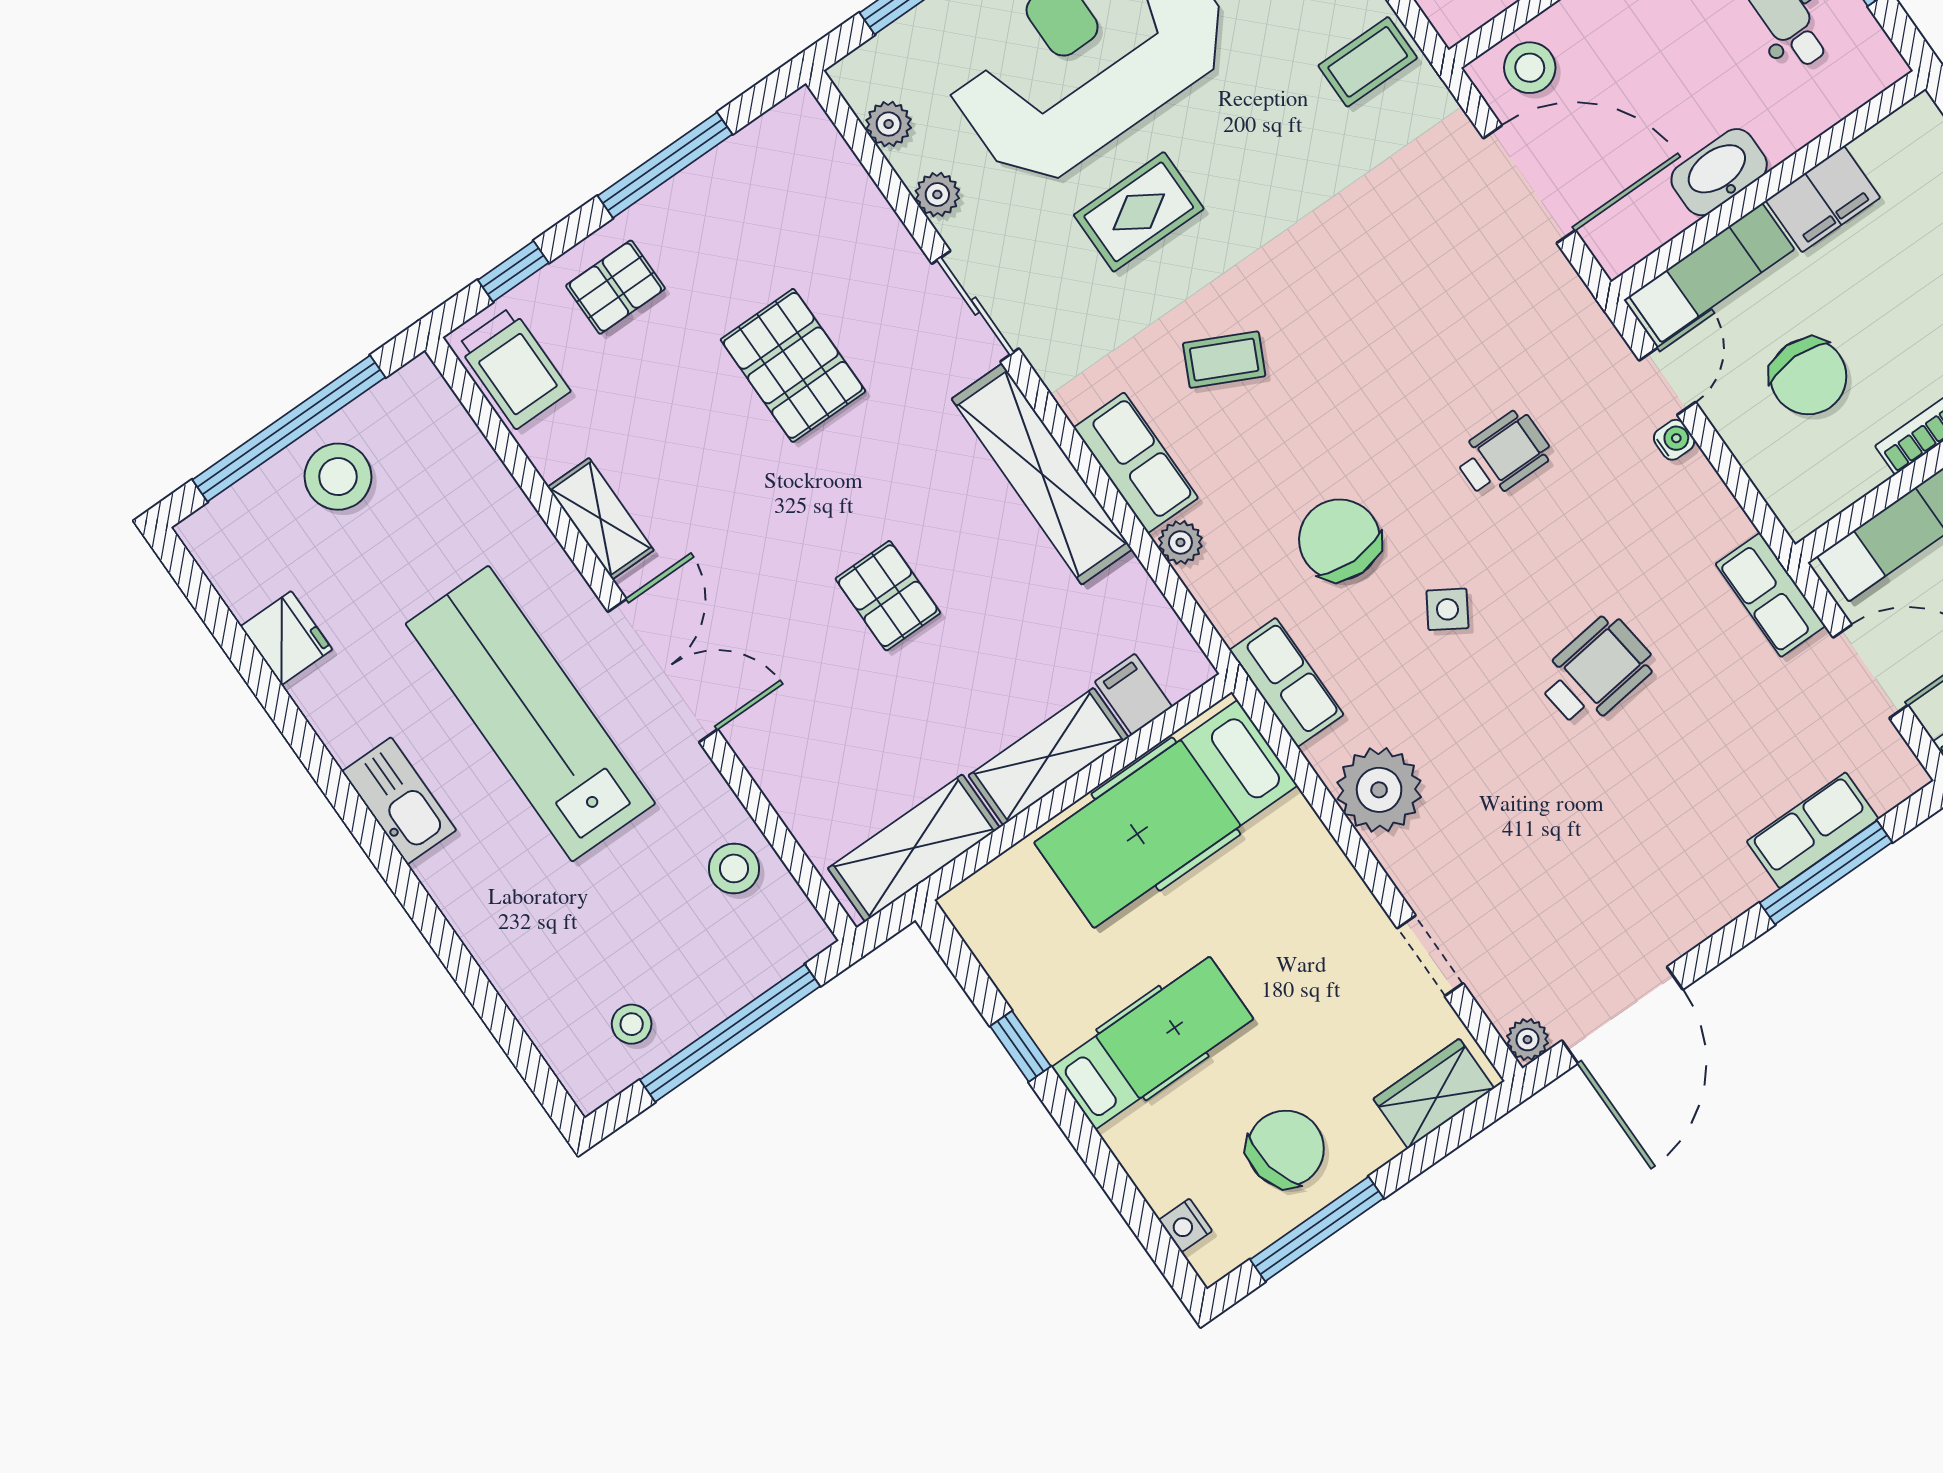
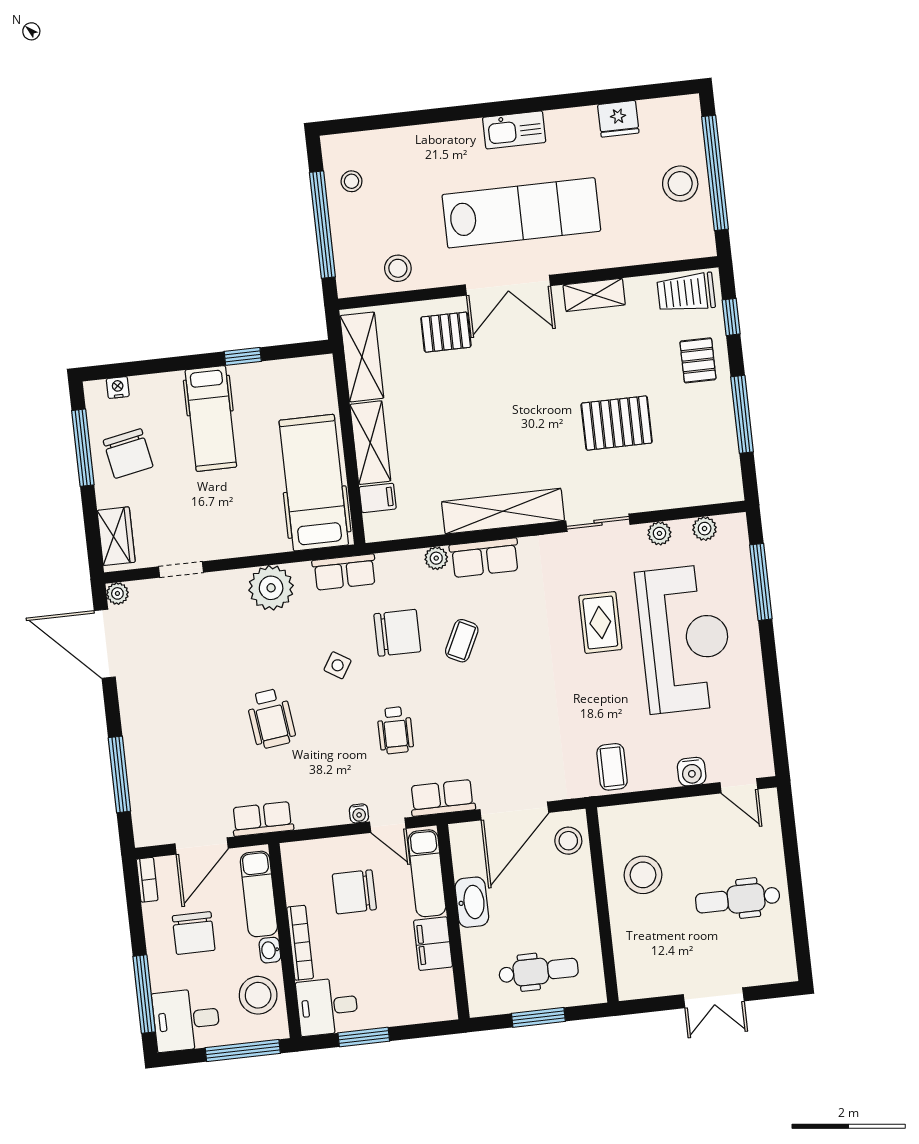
coffee table: (1224, 360) -> (462, 641), moved
pallet: (888, 596) -> (446, 332), moved
row of seats: (1813, 830) -> (442, 798), moved, turned -90

